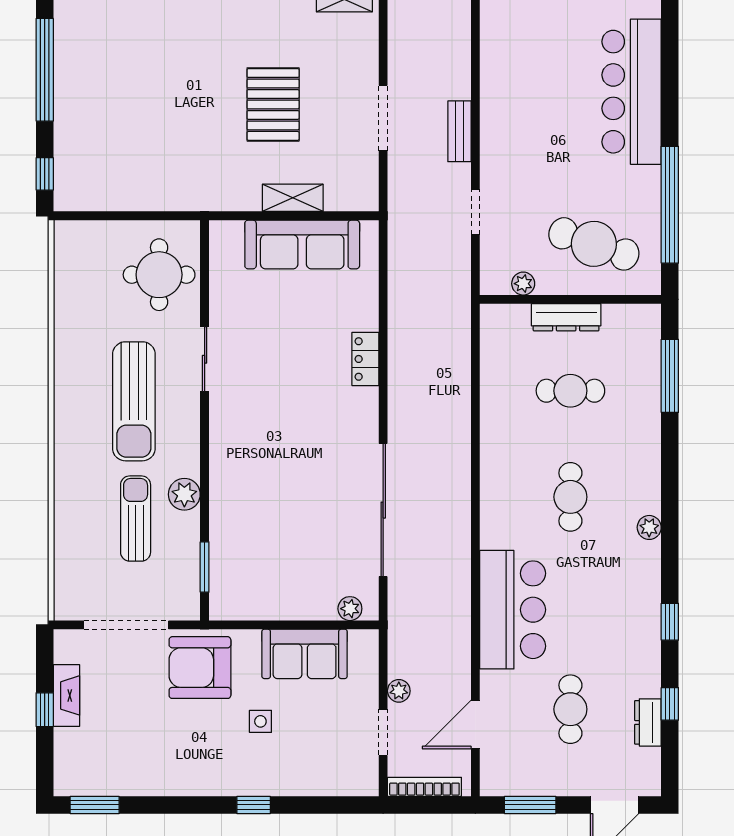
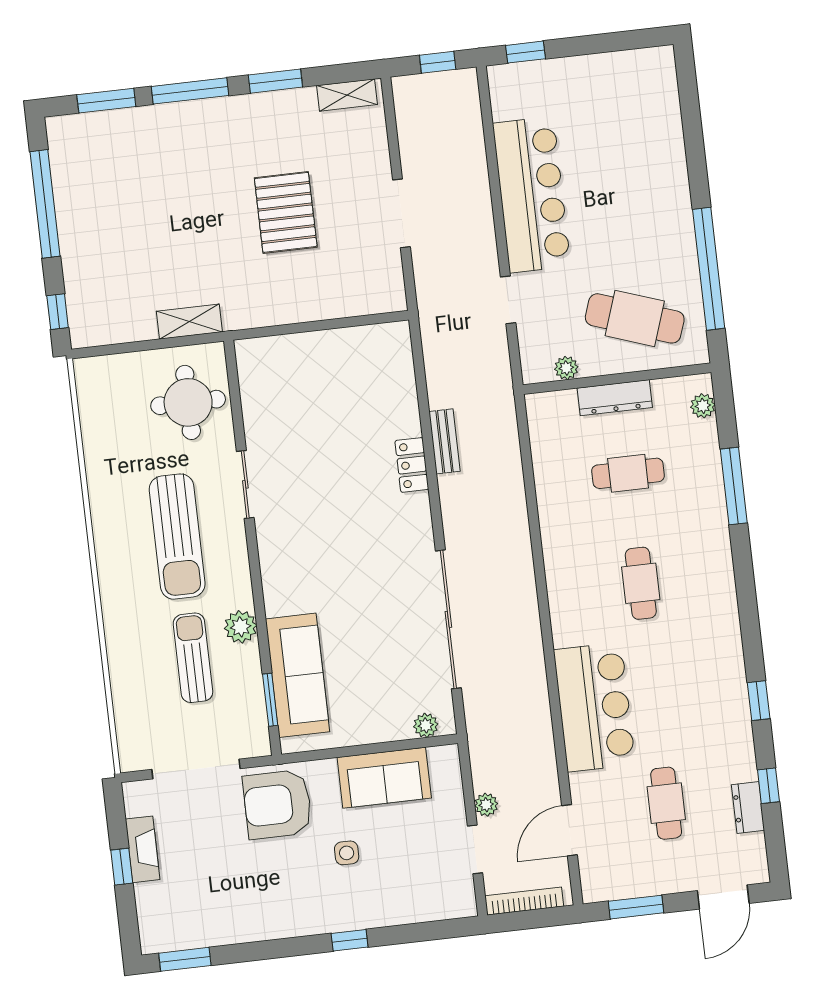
bar counter: (632, 92) -> (532, 195), moved, turned 180
bench: (459, 131) -> (445, 441), moved
shelving: (293, 198) -> (189, 322), moved
sofa: (302, 245) -> (298, 675), moved, turned -90
window: (670, 376) -> (734, 486), moved
plant: (649, 527) -> (703, 406), moved

